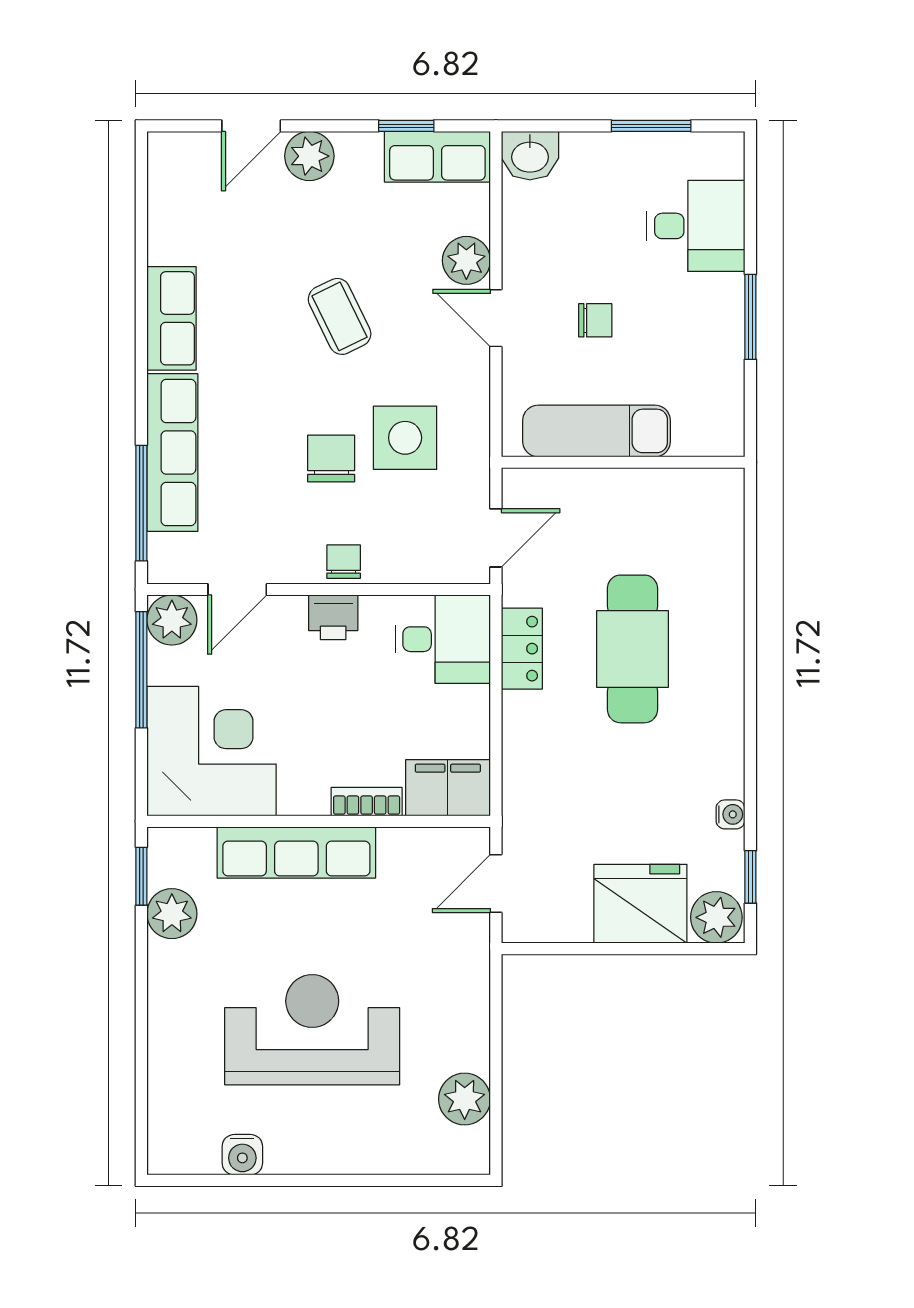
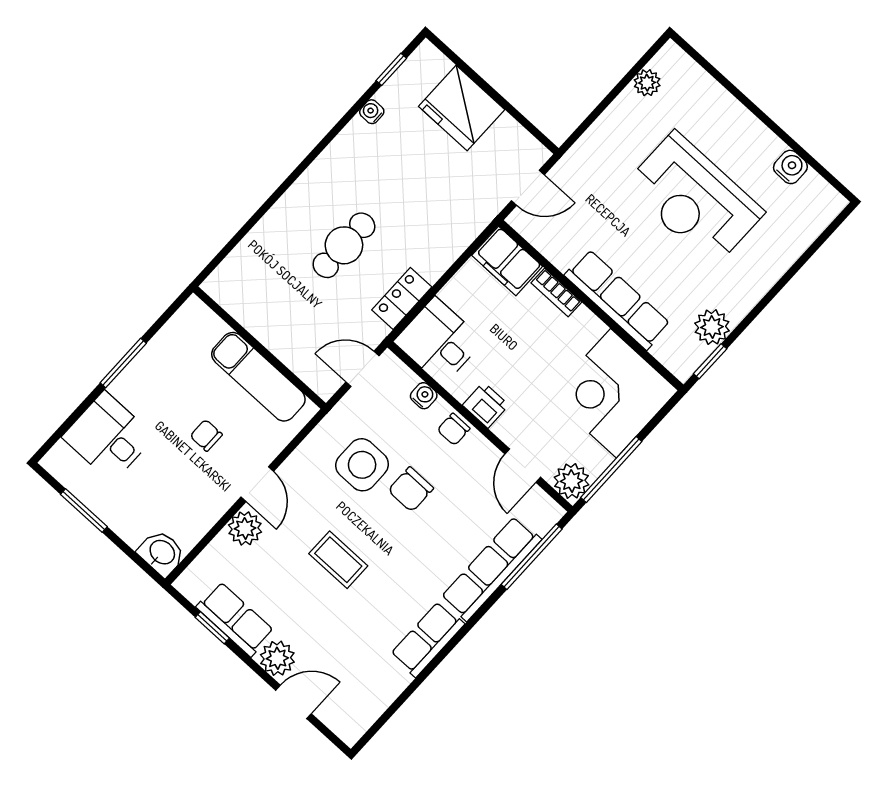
row of seats: (437, 157) -> (235, 619), moved
coffee table: (340, 316) -> (338, 560), turned -64
water cooler: (407, 568) -> (424, 396), added
door: (237, 590) -> (523, 466), swing flipped
cafe table: (632, 649) -> (344, 245), width x0.73, depth x0.74
plant: (716, 917) -> (428, 64), removed
plant: (465, 1099) -> (647, 83), width x0.73, depth x0.73

